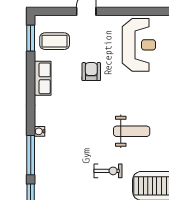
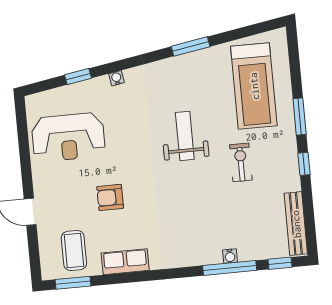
reception desk: (139, 45) -> (68, 137), turned 180
water cooler: (40, 131) -> (230, 256), moved

